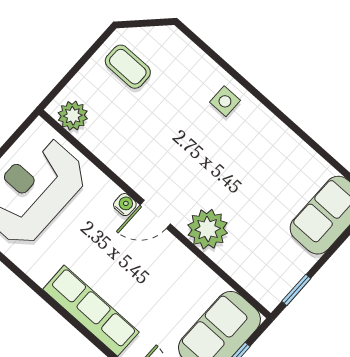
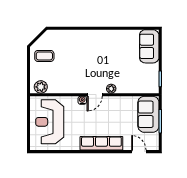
side table: (225, 101) -> (85, 40), removed
plant: (208, 229) -> (111, 89), width x0.53, depth x0.53

